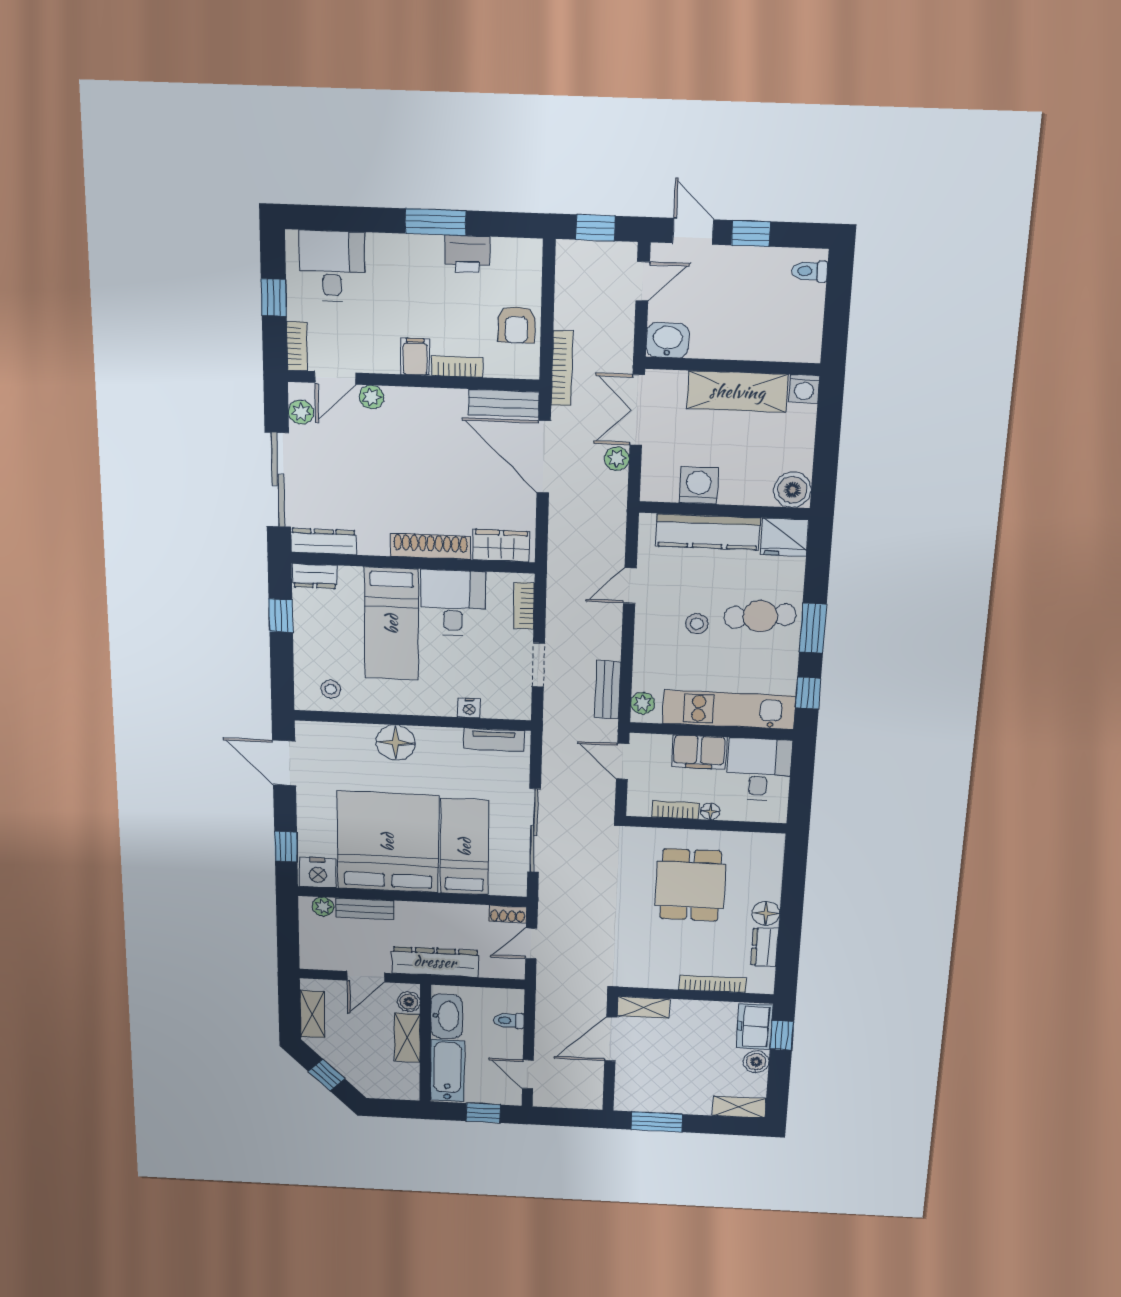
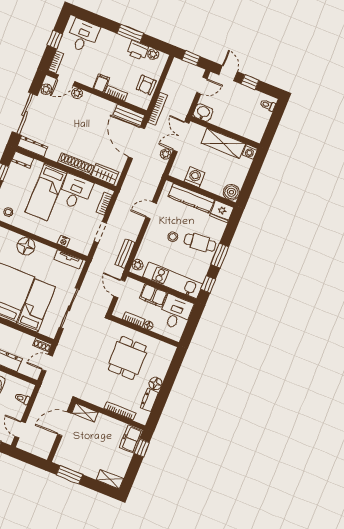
plant: (506, 250) -> (153, 54), added
boiler: (756, 1062) -> (126, 458), removed

